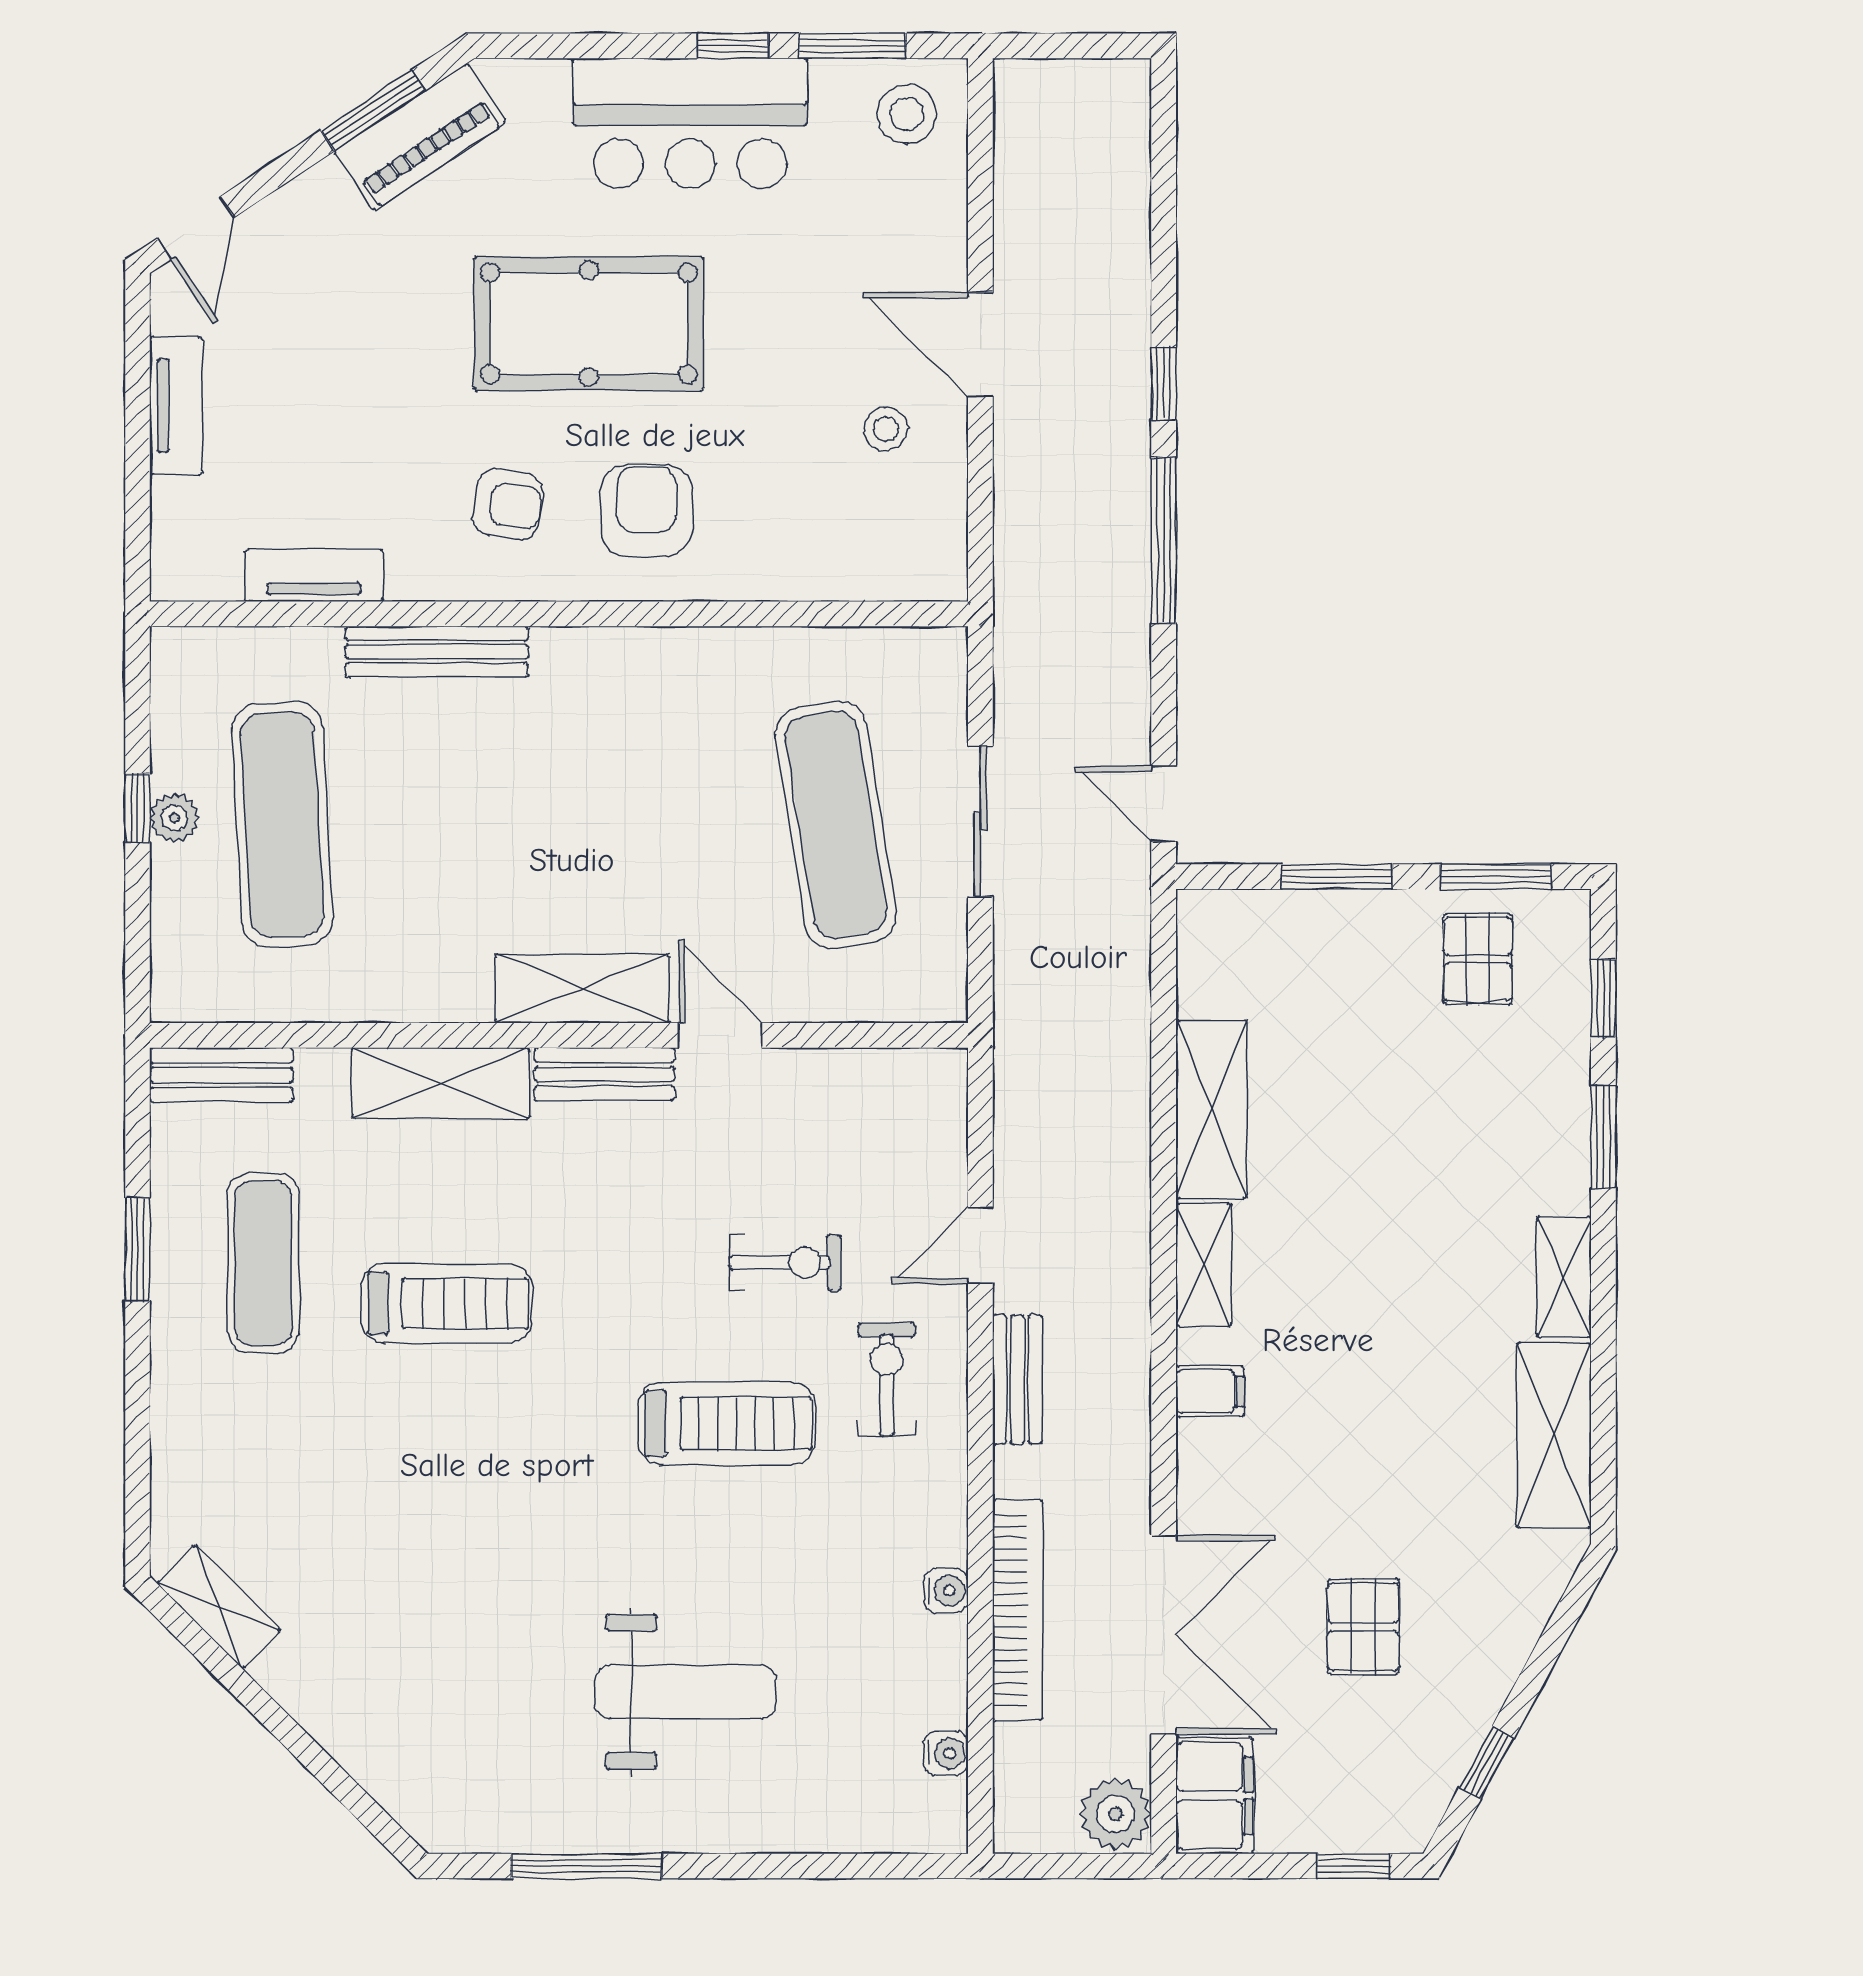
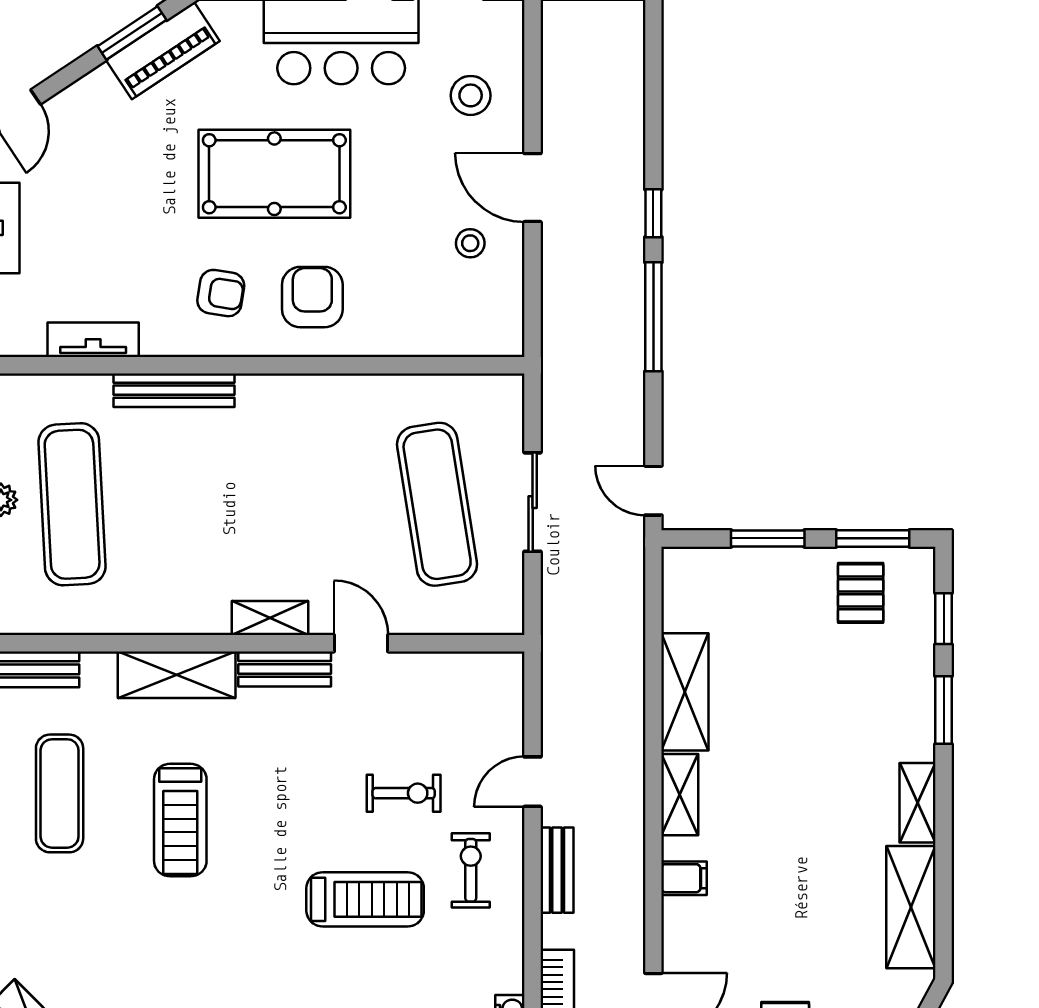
stool: (907, 114) -> (471, 95), moved
shelving: (582, 989) -> (270, 618), width x0.67, depth x0.75
treadmill: (446, 1303) -> (180, 820), turned 90

